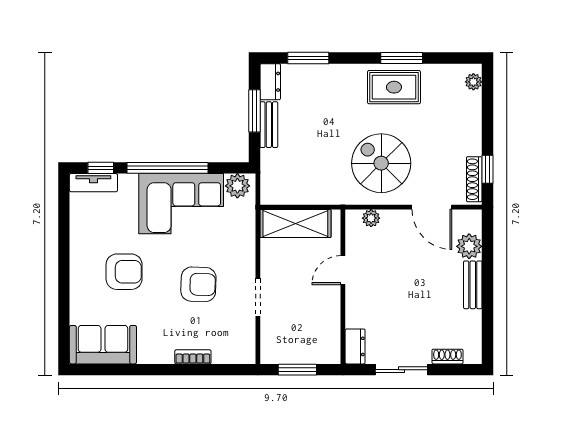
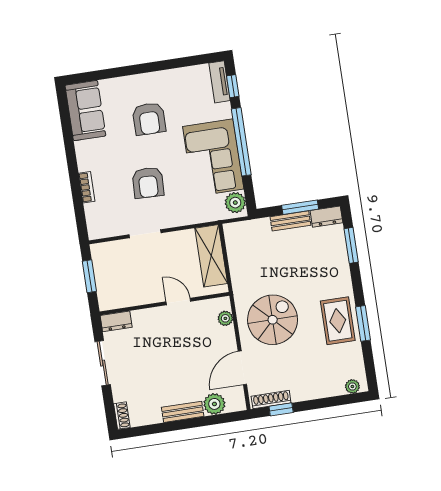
shoe rack: (447, 357) -> (122, 416), moved

